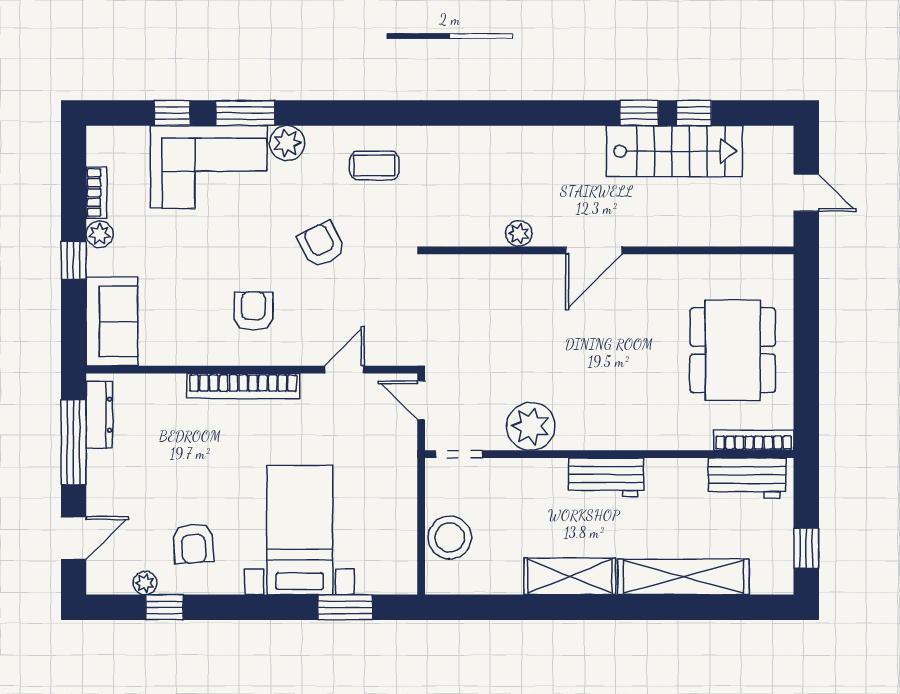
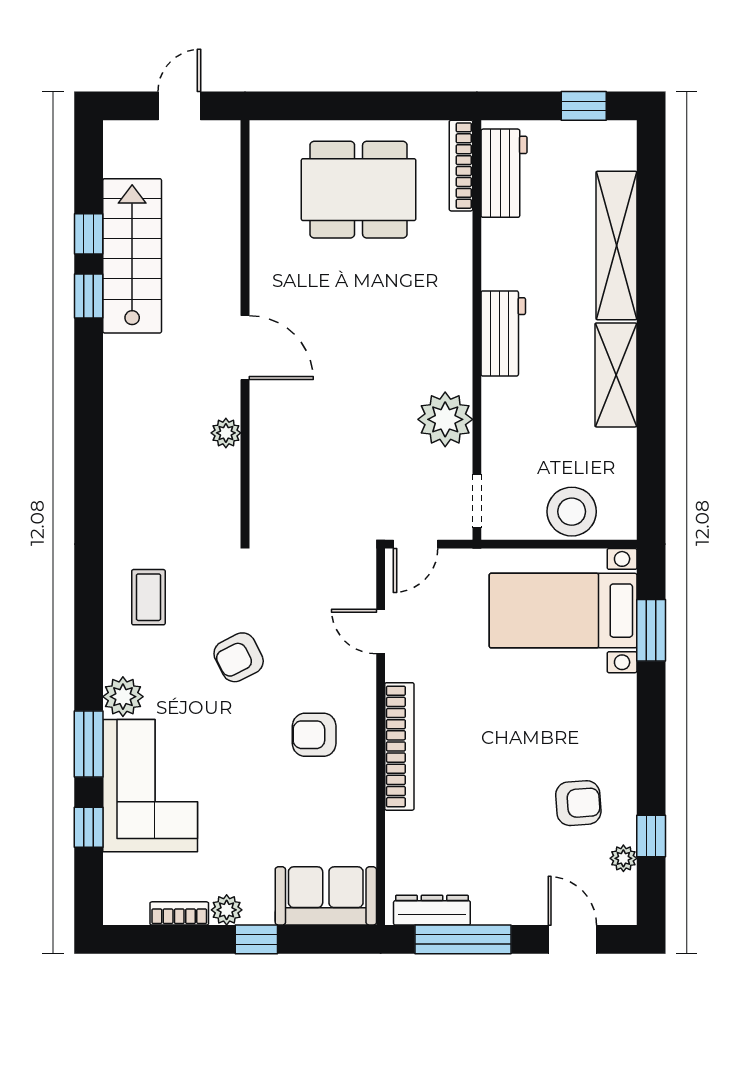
bed with nightstands: (300, 530) -> (563, 611), moved

